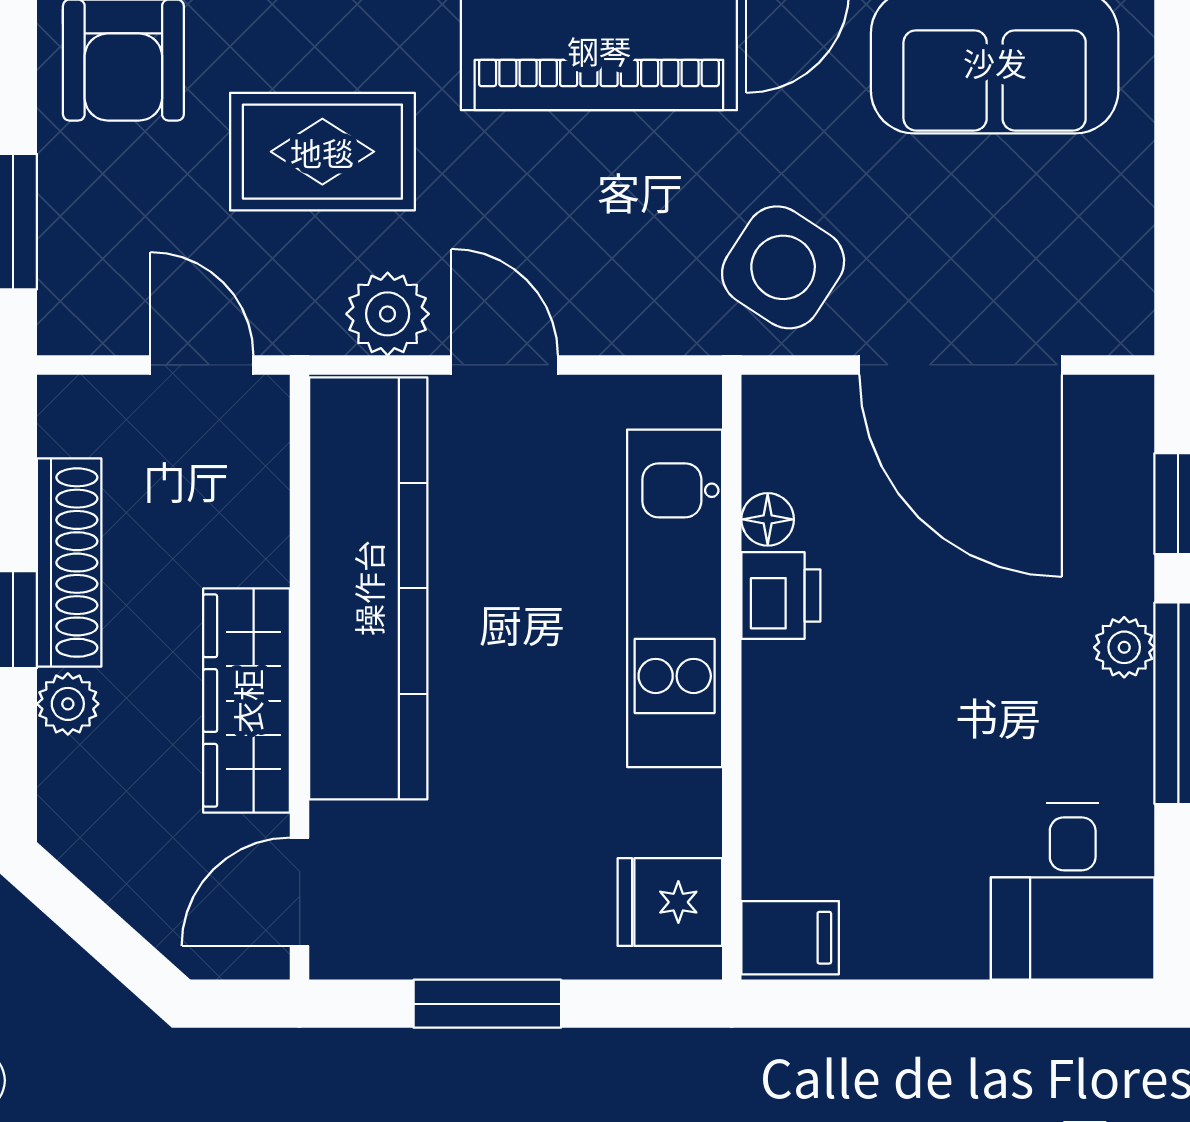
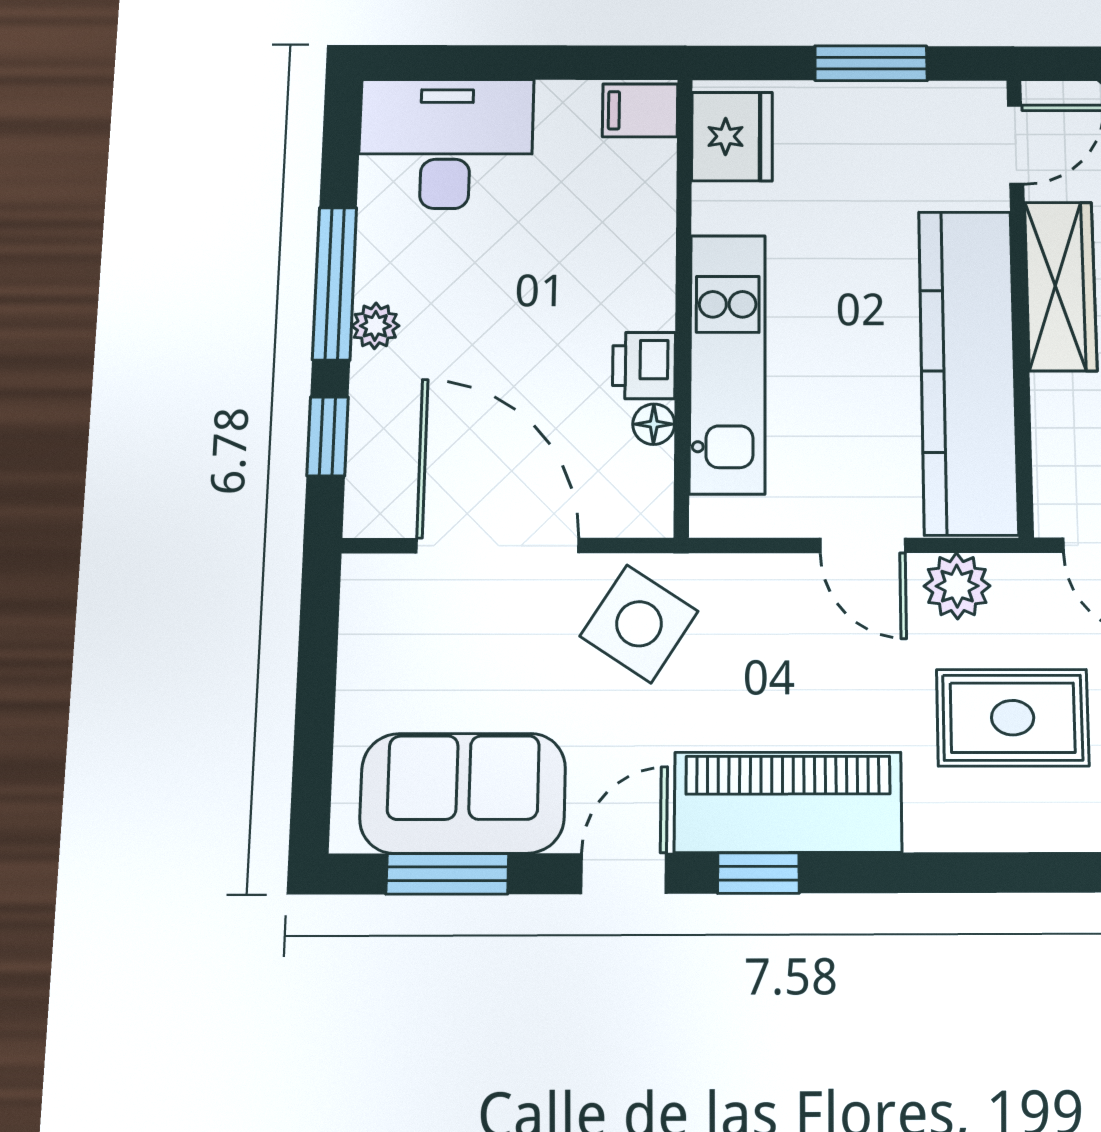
desk: (1073, 891) -> (446, 144), width x1.37
fridge: (670, 902) -> (732, 136), width x1.38

